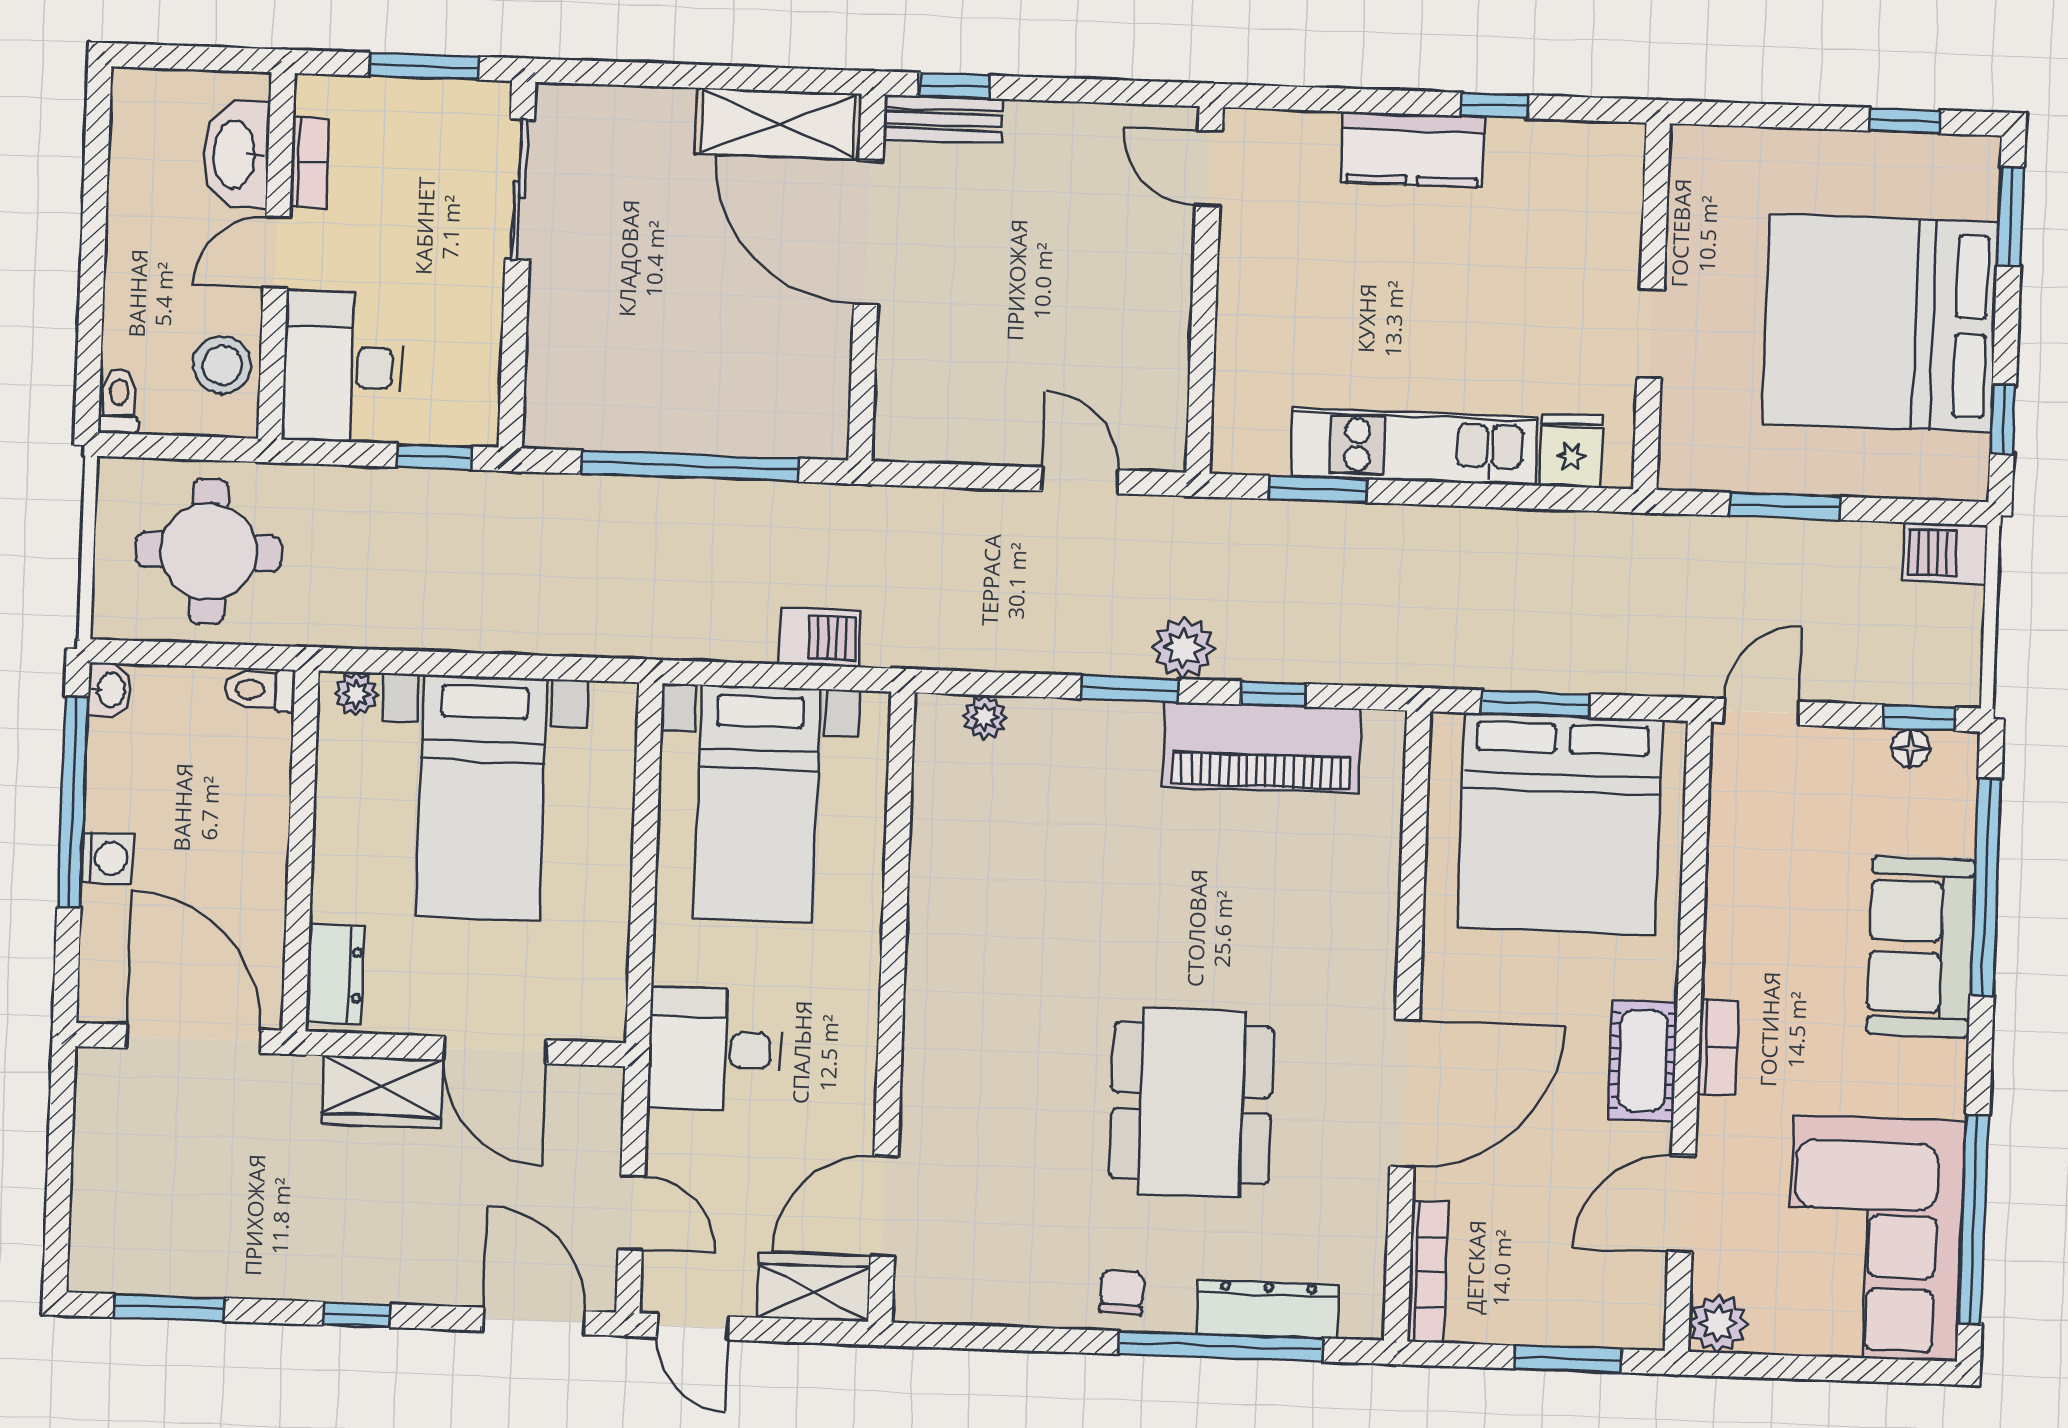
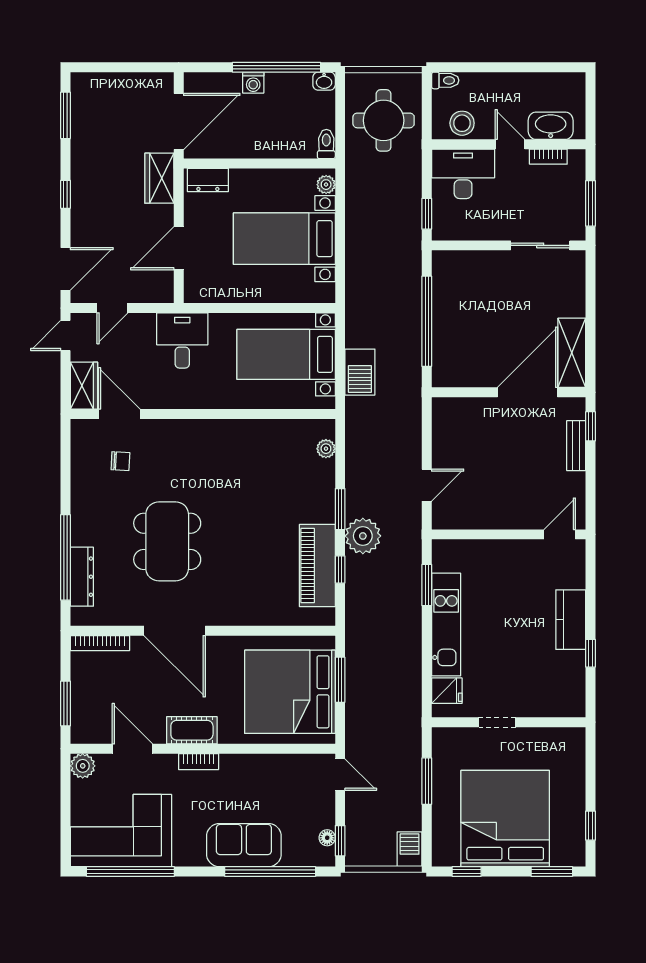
bench: (943, 119) -> (576, 446), moved
barbecue: (820, 638) -> (360, 372), width x1.38, depth x1.27
plant: (1184, 648) -> (363, 536), width x1.36, depth x1.36
wardrobe: (382, 1092) -> (159, 178), moved
dining table: (1191, 1103) -> (167, 541), turned 90
chair: (1122, 1292) -> (120, 461), moved

